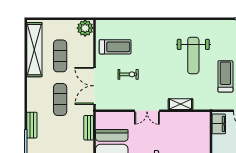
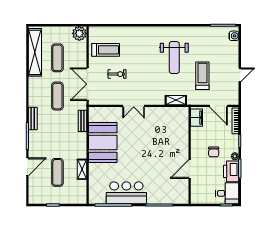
shelving: (181, 104) -> (176, 100), moved

